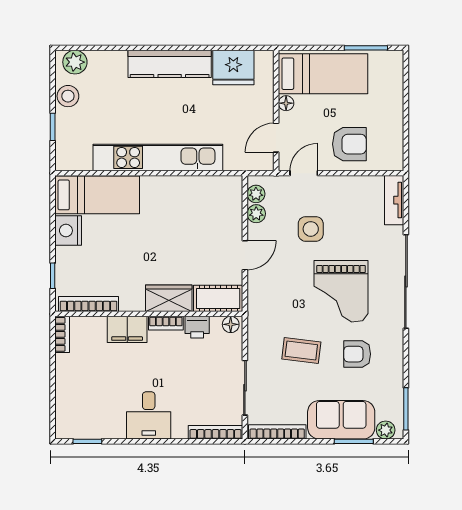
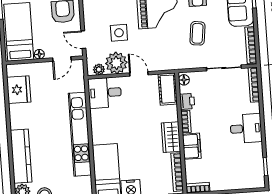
kitchen counter: (170, 64) -> (21, 156), moved
door: (276, 138) -> (62, 59), hinge flipped
desk: (219, 200) -> (105, 93), added
plant: (256, 214) -> (116, 63), width x1.87, depth x1.87
wardrobe: (169, 298) -> (171, 137), moved

